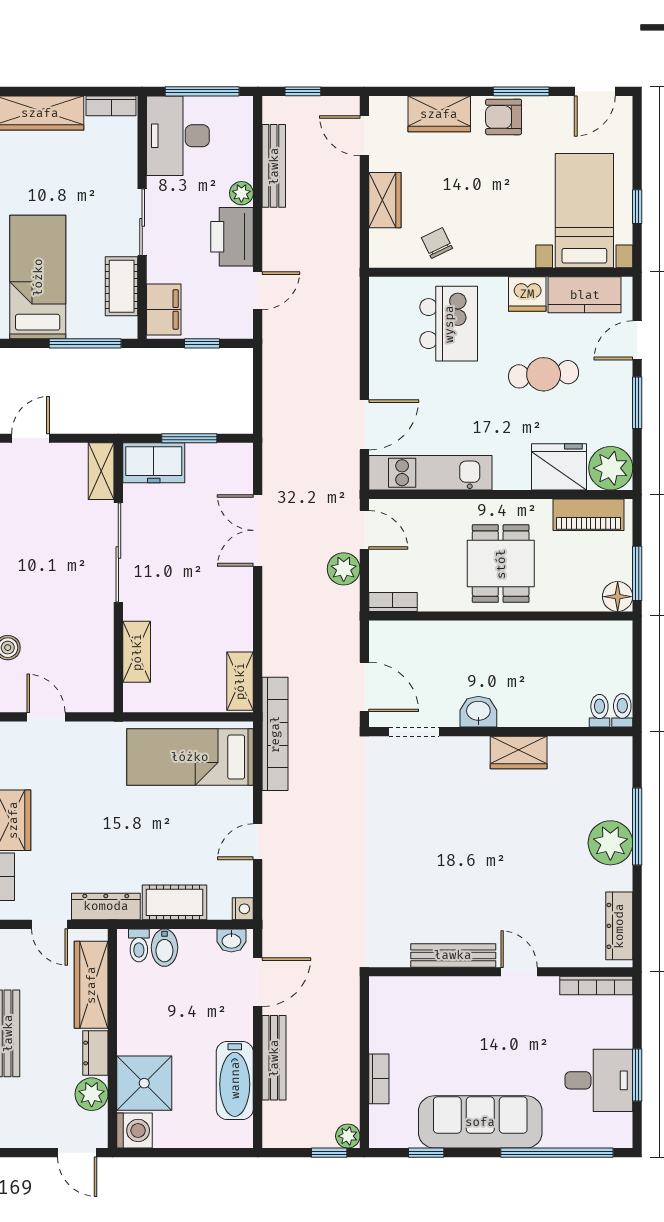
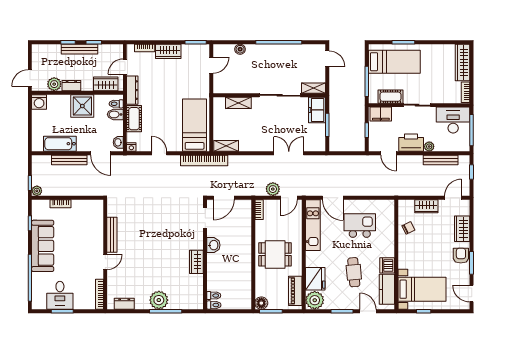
kitchen island: (449, 324) -> (360, 226), moved, turned 180
dresser: (619, 926) -> (124, 304), width x0.70
wardrobe: (91, 985) -> (106, 84), width x0.67
shower: (144, 1083) -> (82, 106), moved

